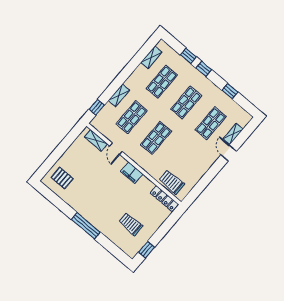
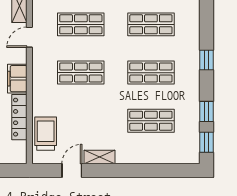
window: (188, 56) -> (207, 142), moved
shelving: (233, 134) -> (100, 157), moved
door: (229, 153) -> (72, 171), moved
locker: (164, 199) -> (19, 117), moved

